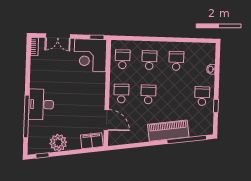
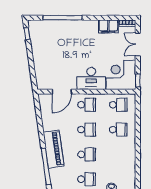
school desk: (176, 61) -> (87, 154), moved
desk: (41, 104) -> (91, 78), moved, turned 180
filing cabinet: (92, 141) -> (108, 26), moved, turned 98
plant: (58, 143) -> (39, 48), removed

